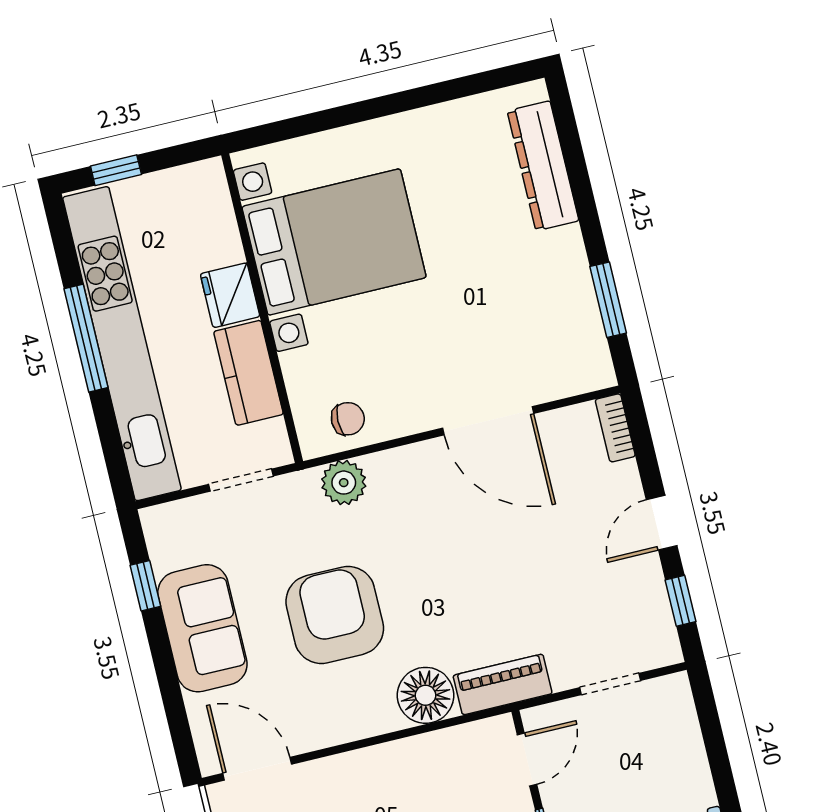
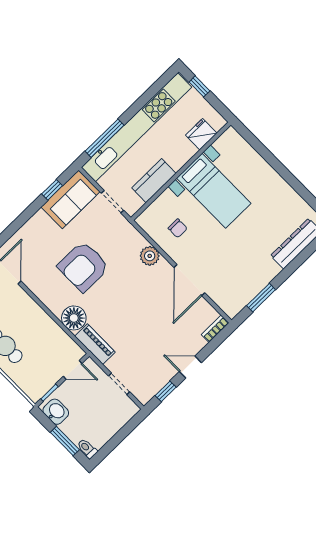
bed with nightstands: (334, 242) -> (214, 191), width x0.73
fridge: (230, 295) -> (201, 134), moved
window: (86, 338) -> (105, 138), moved
chair: (348, 419) -> (178, 228), moved
plant: (344, 483) -> (150, 256), moved
armchair: (335, 615) -> (83, 266), turned 180
sofa: (202, 628) -> (70, 199), moved

